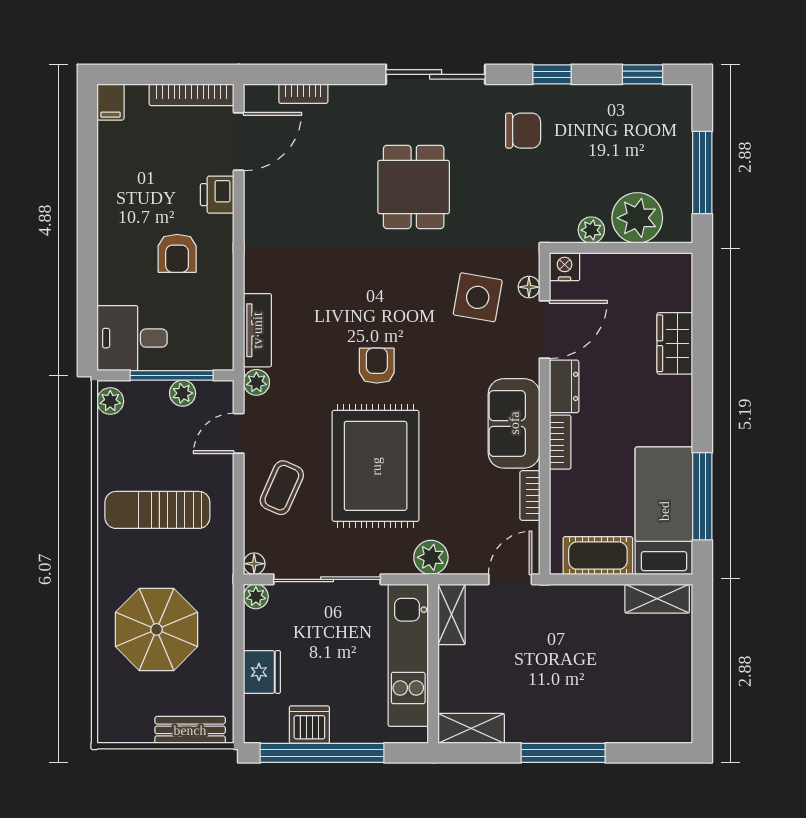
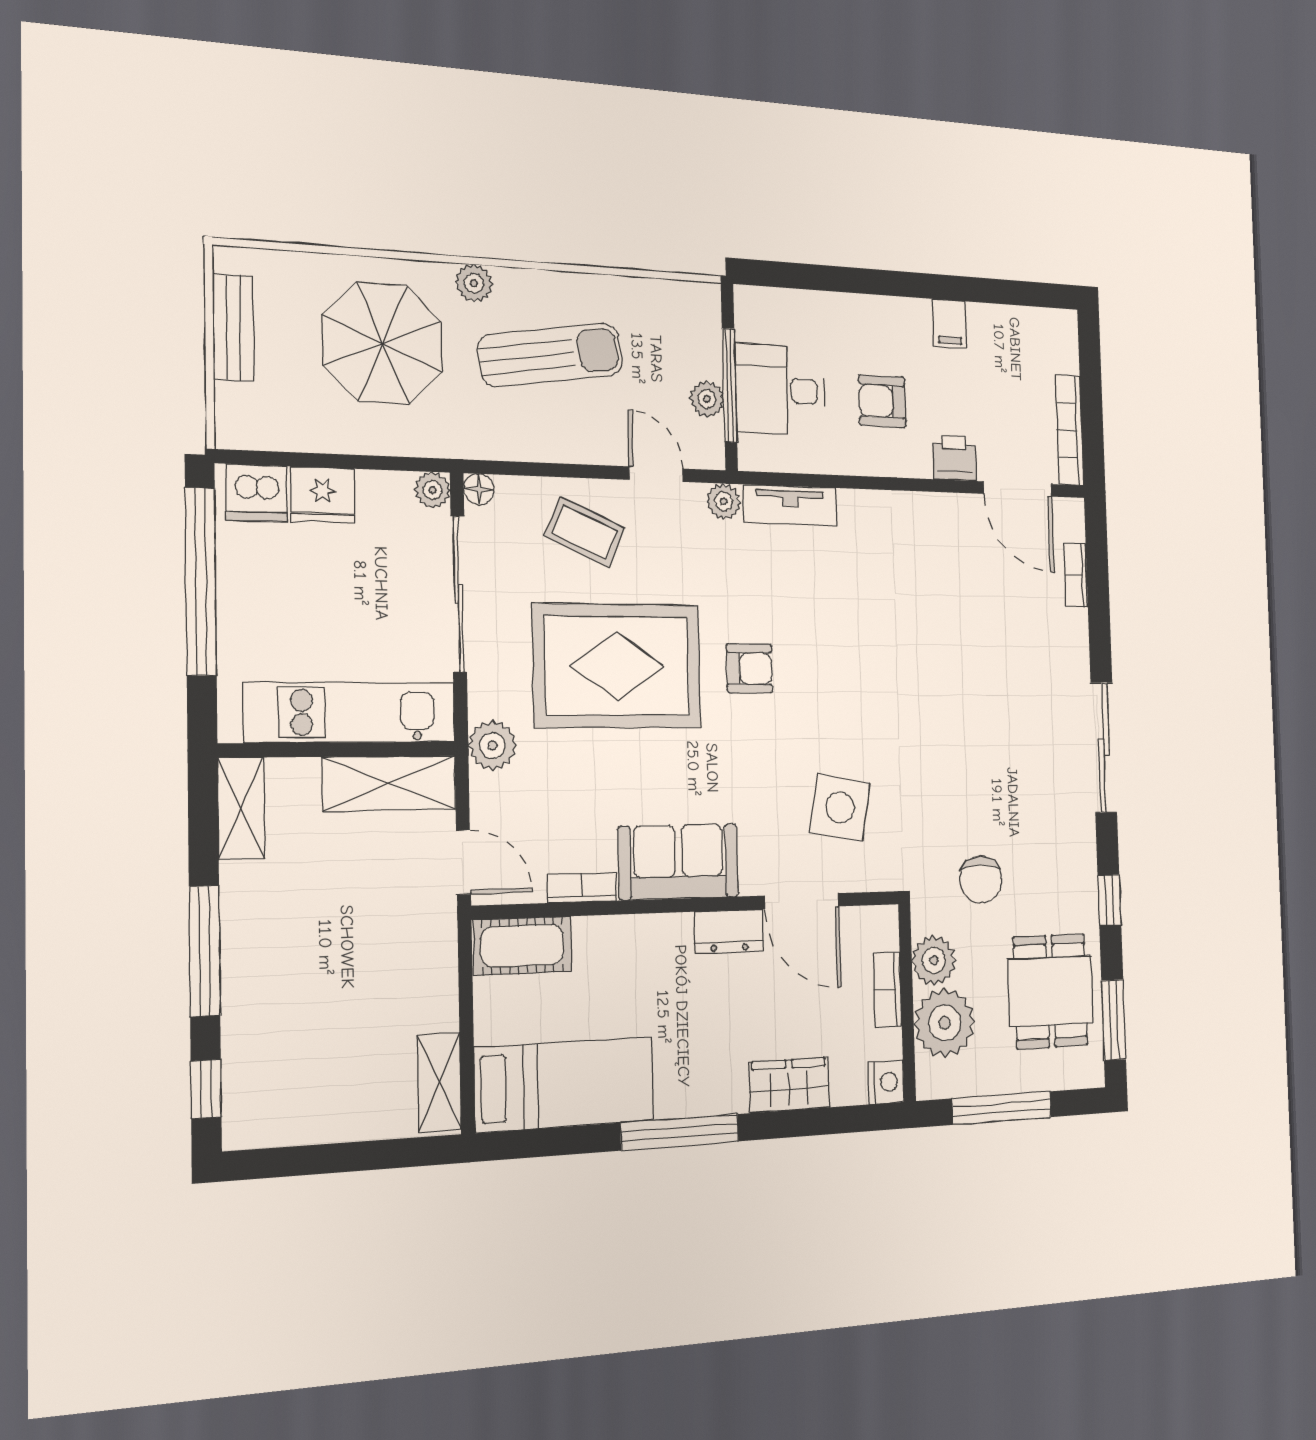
window: (643, 74) -> (1114, 1020), width x1.50
filing cabinet: (110, 102) -> (949, 324), moved, turned -90
chair: (523, 131) -> (981, 880), moved
dining table: (414, 187) -> (1051, 991), moved, turned 90
plant: (591, 230) -> (934, 960), width x1.38, depth x1.38
nightstand: (565, 267) -> (886, 1082), moved
floor lamp: (529, 287) -> (855, 878), removed
desk: (132, 338) -> (780, 390), moved, turned -90
plant: (110, 401) -> (474, 283), moved
bookcase: (560, 442) -> (887, 990), moved, turned 90
window: (702, 496) -> (680, 1132), moved
sun lounger: (157, 510) -> (551, 355), turned 81
cot: (598, 556) -> (522, 946), moved, turned 90
shelving: (451, 614) -> (389, 783), width x1.50, depth x1.33
dishwasher: (309, 725) -> (257, 493), moved, turned 90
bench: (190, 730) -> (233, 328), moved
window: (652, 753) -> (206, 1089), added

